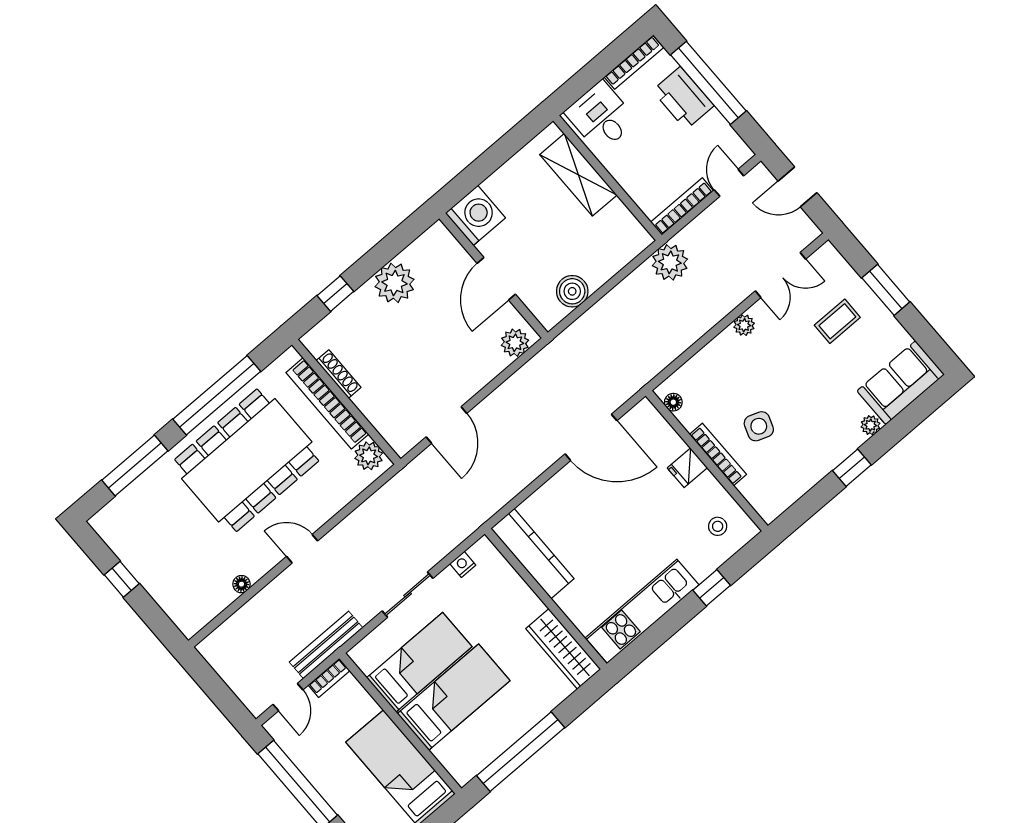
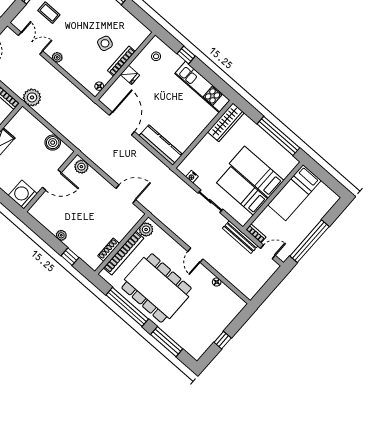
plant: (394, 283) -> (61, 235), width x0.53, depth x0.53
kitchen counter: (532, 554) -> (161, 145), moved, turned 90

